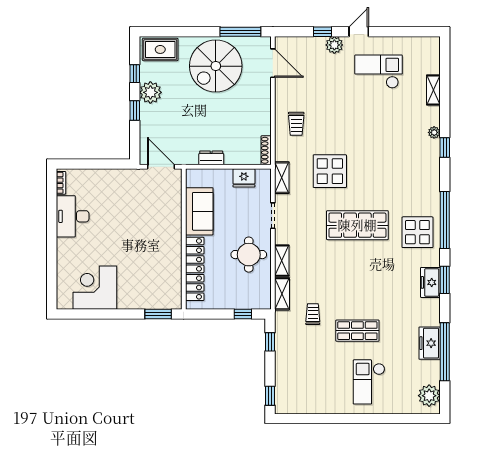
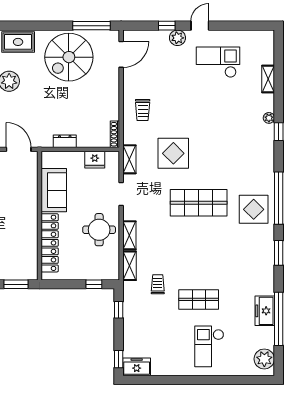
door: (273, 63) -> (121, 54), hinge flipped
freezer: (430, 282) -> (137, 367), moved, turned 90

